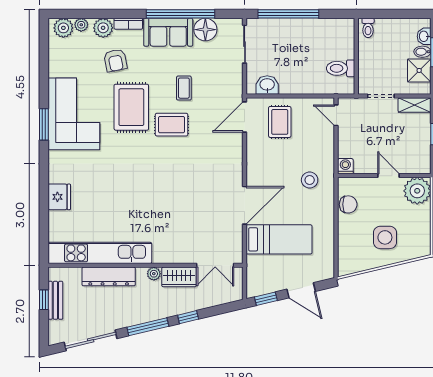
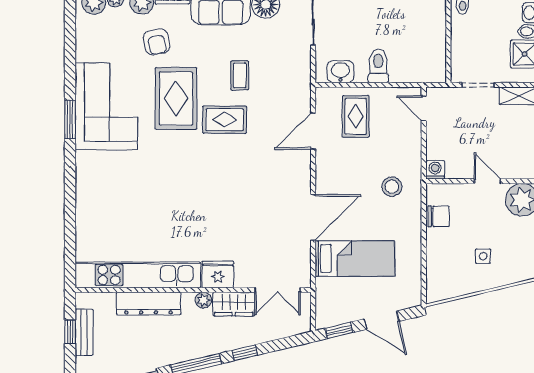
toilet: (341, 68) -> (378, 66), moved, turned 90
door: (245, 117) -> (313, 131), moved
fridge: (59, 197) -> (218, 274), moved, turned -90
side table: (385, 237) -> (483, 256), width x0.54, depth x0.54

